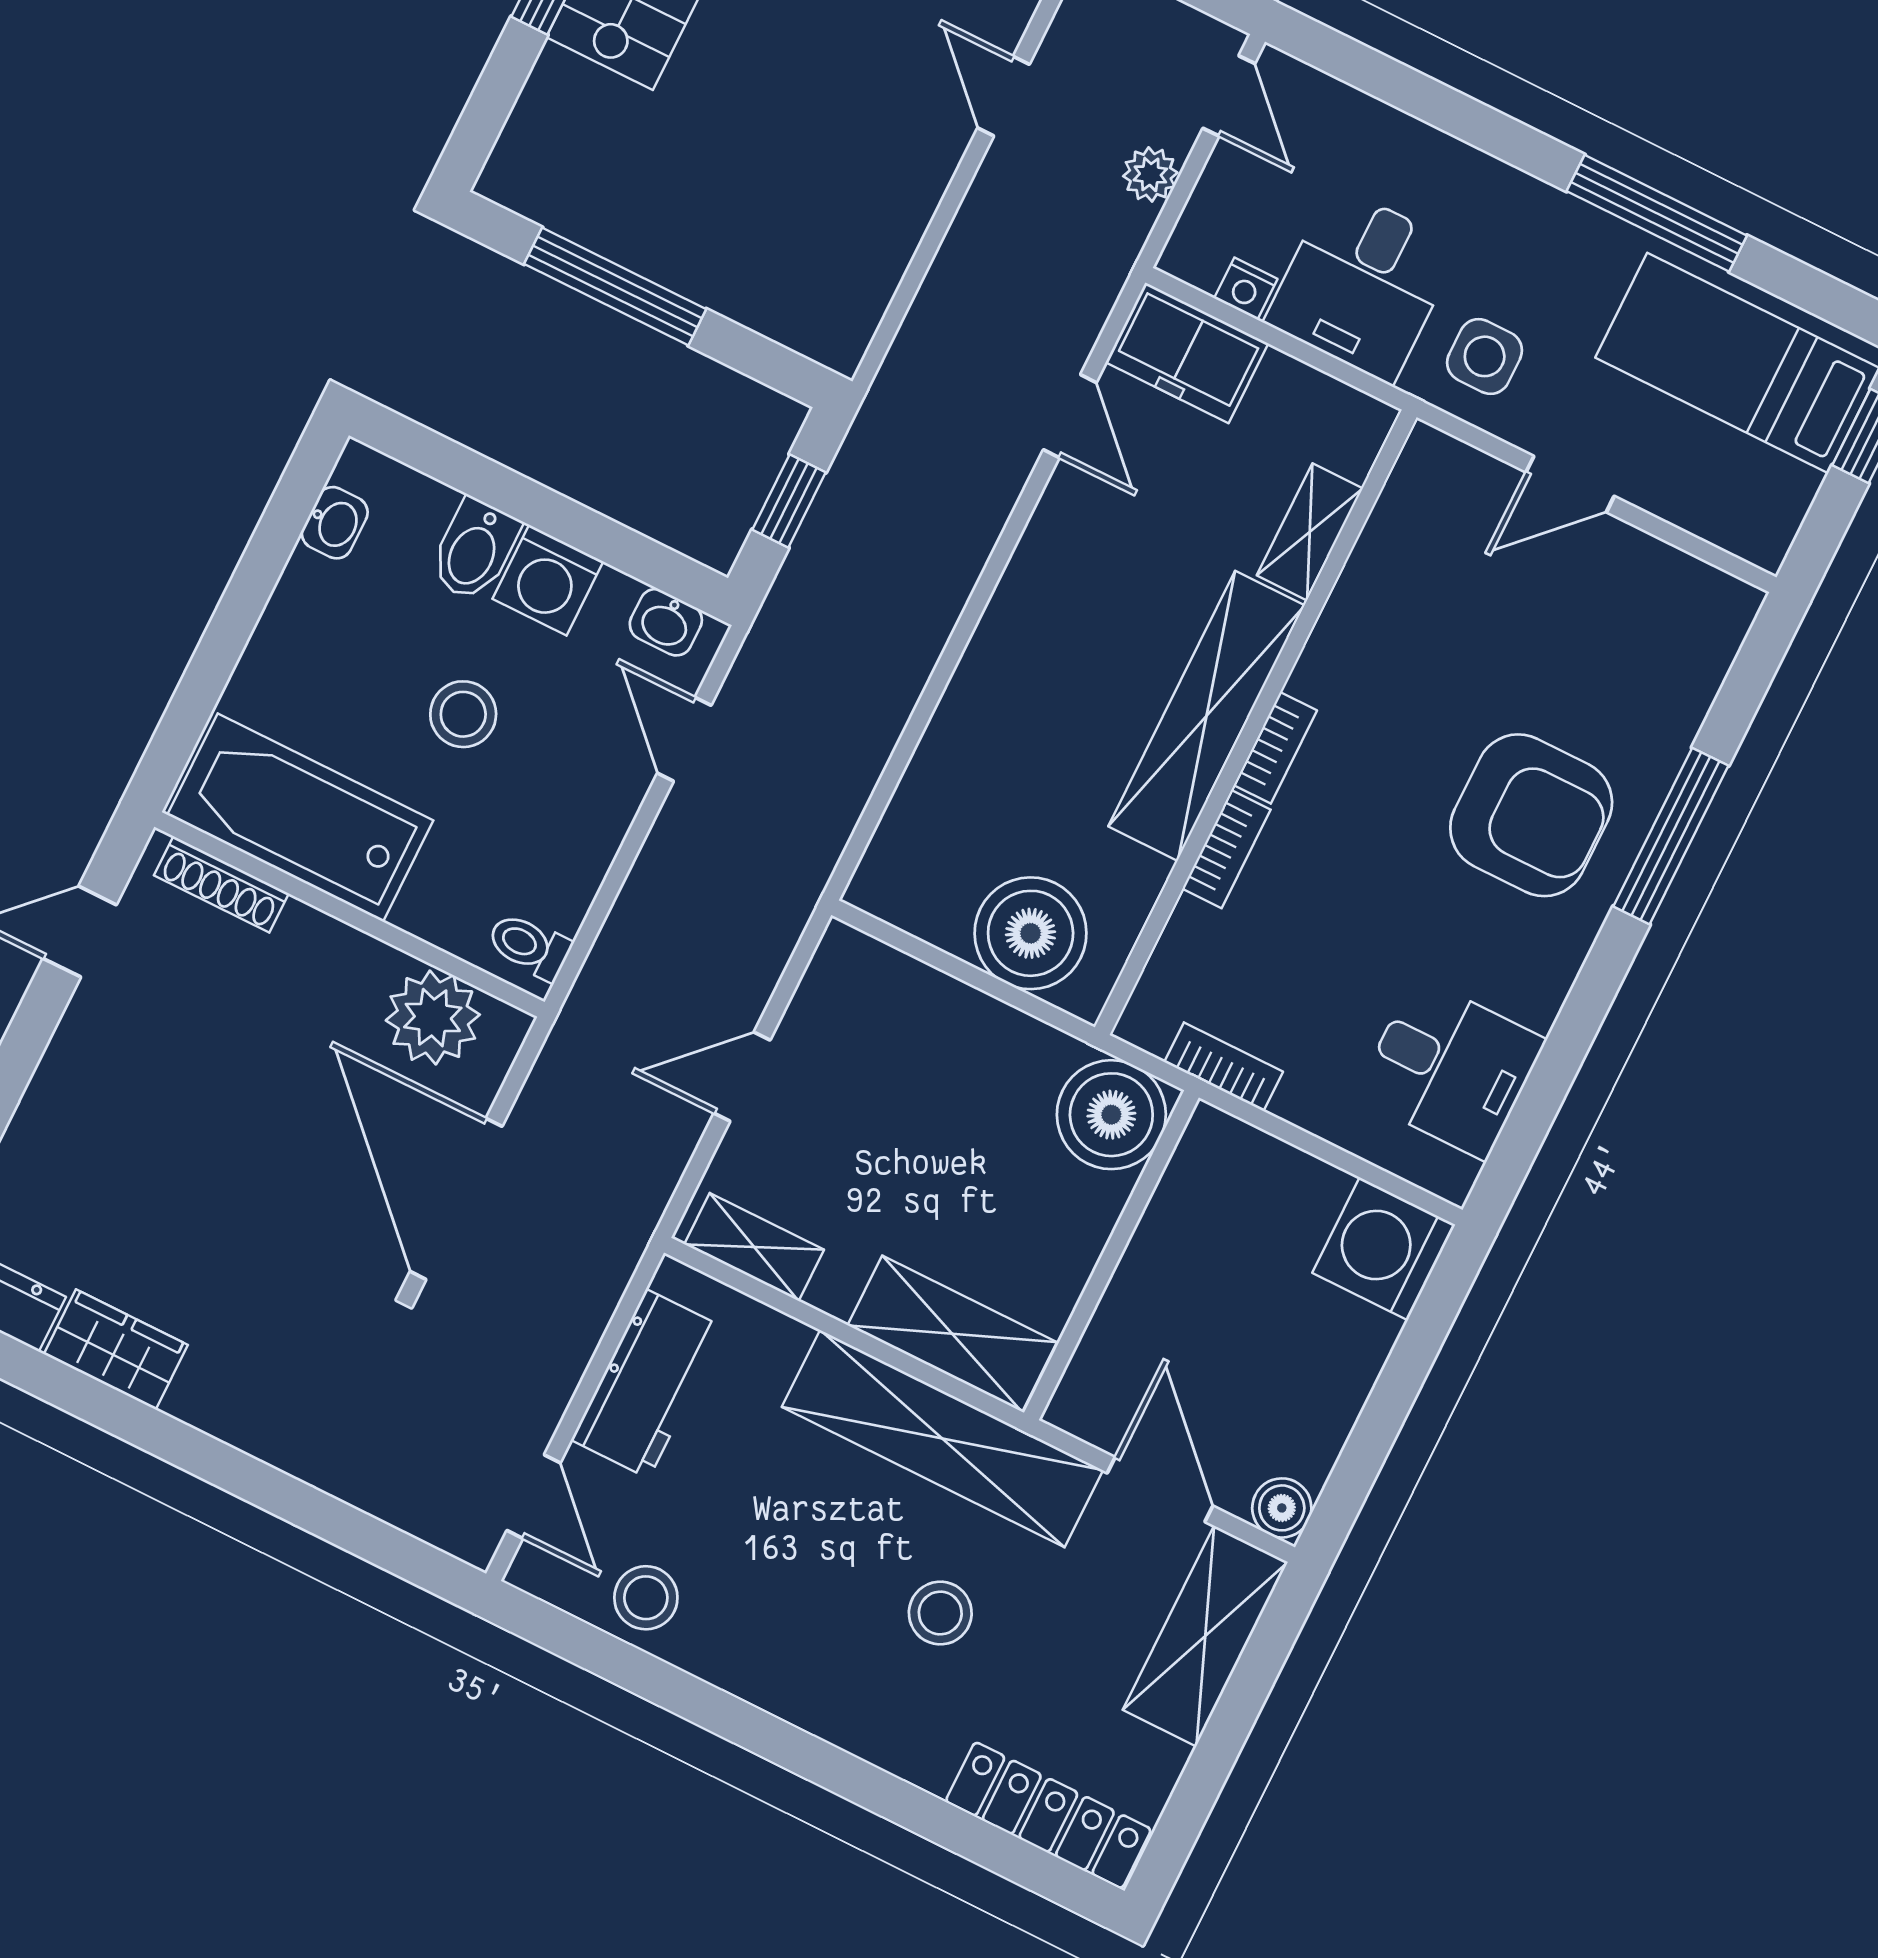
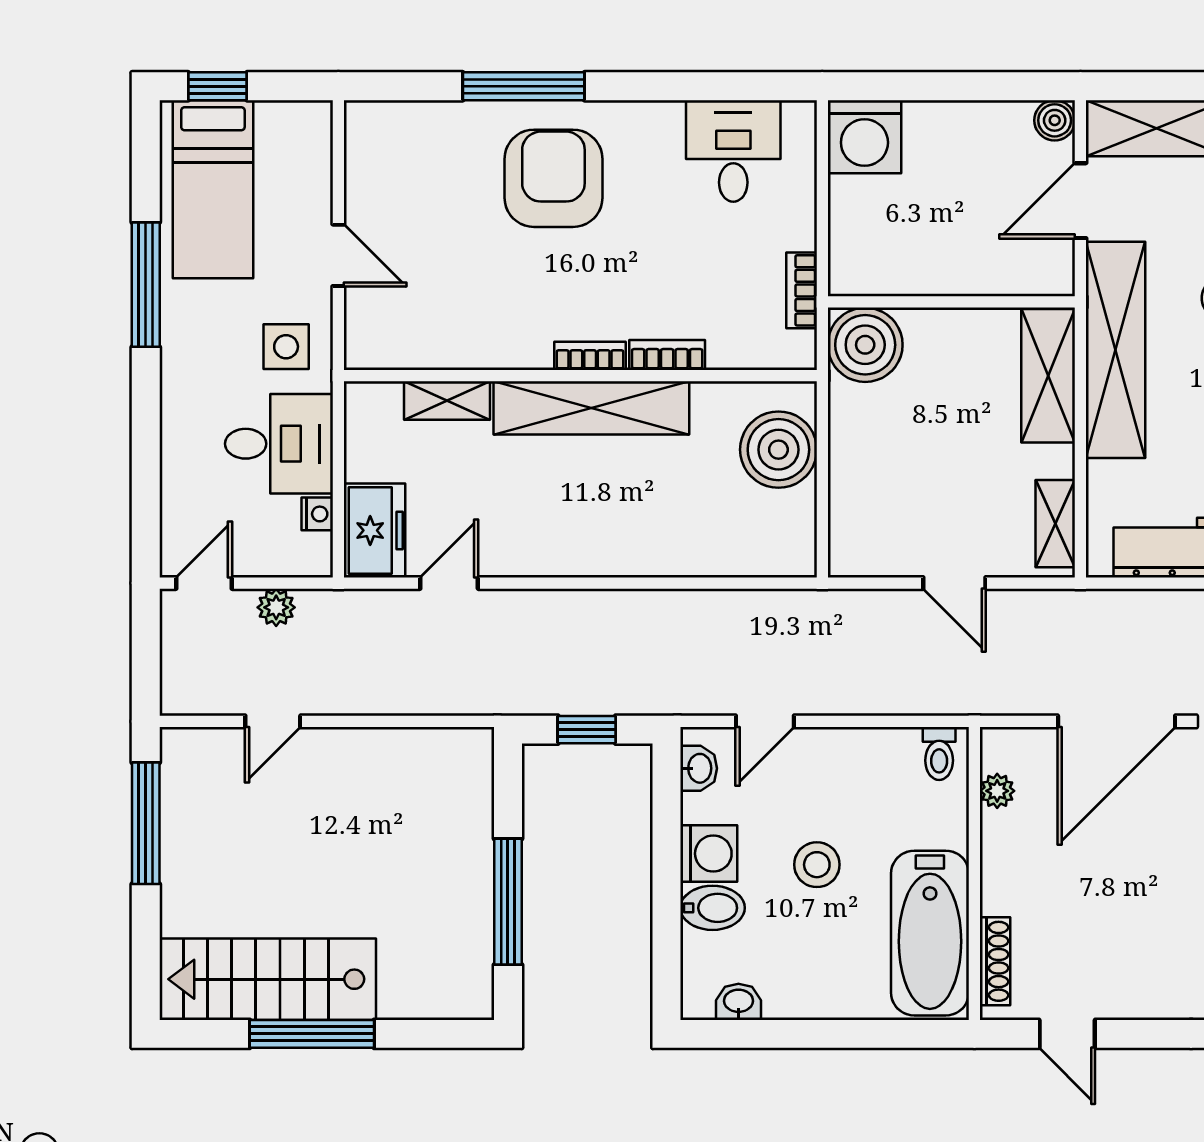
plant: (433, 1018) -> (997, 791), width x0.53, depth x0.53

